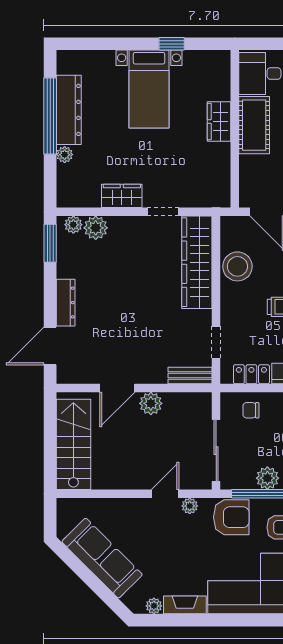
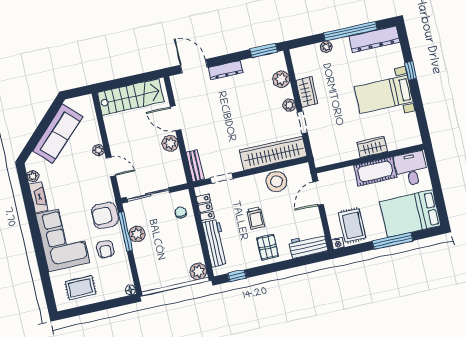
window: (172, 44) -> (411, 71), moved
dresser: (69, 110) -> (374, 39), moved
plant: (73, 225) -> (289, 105), moved
plant: (190, 506) -> (98, 150), moved
armchair: (231, 517) -> (105, 215), turned 90

